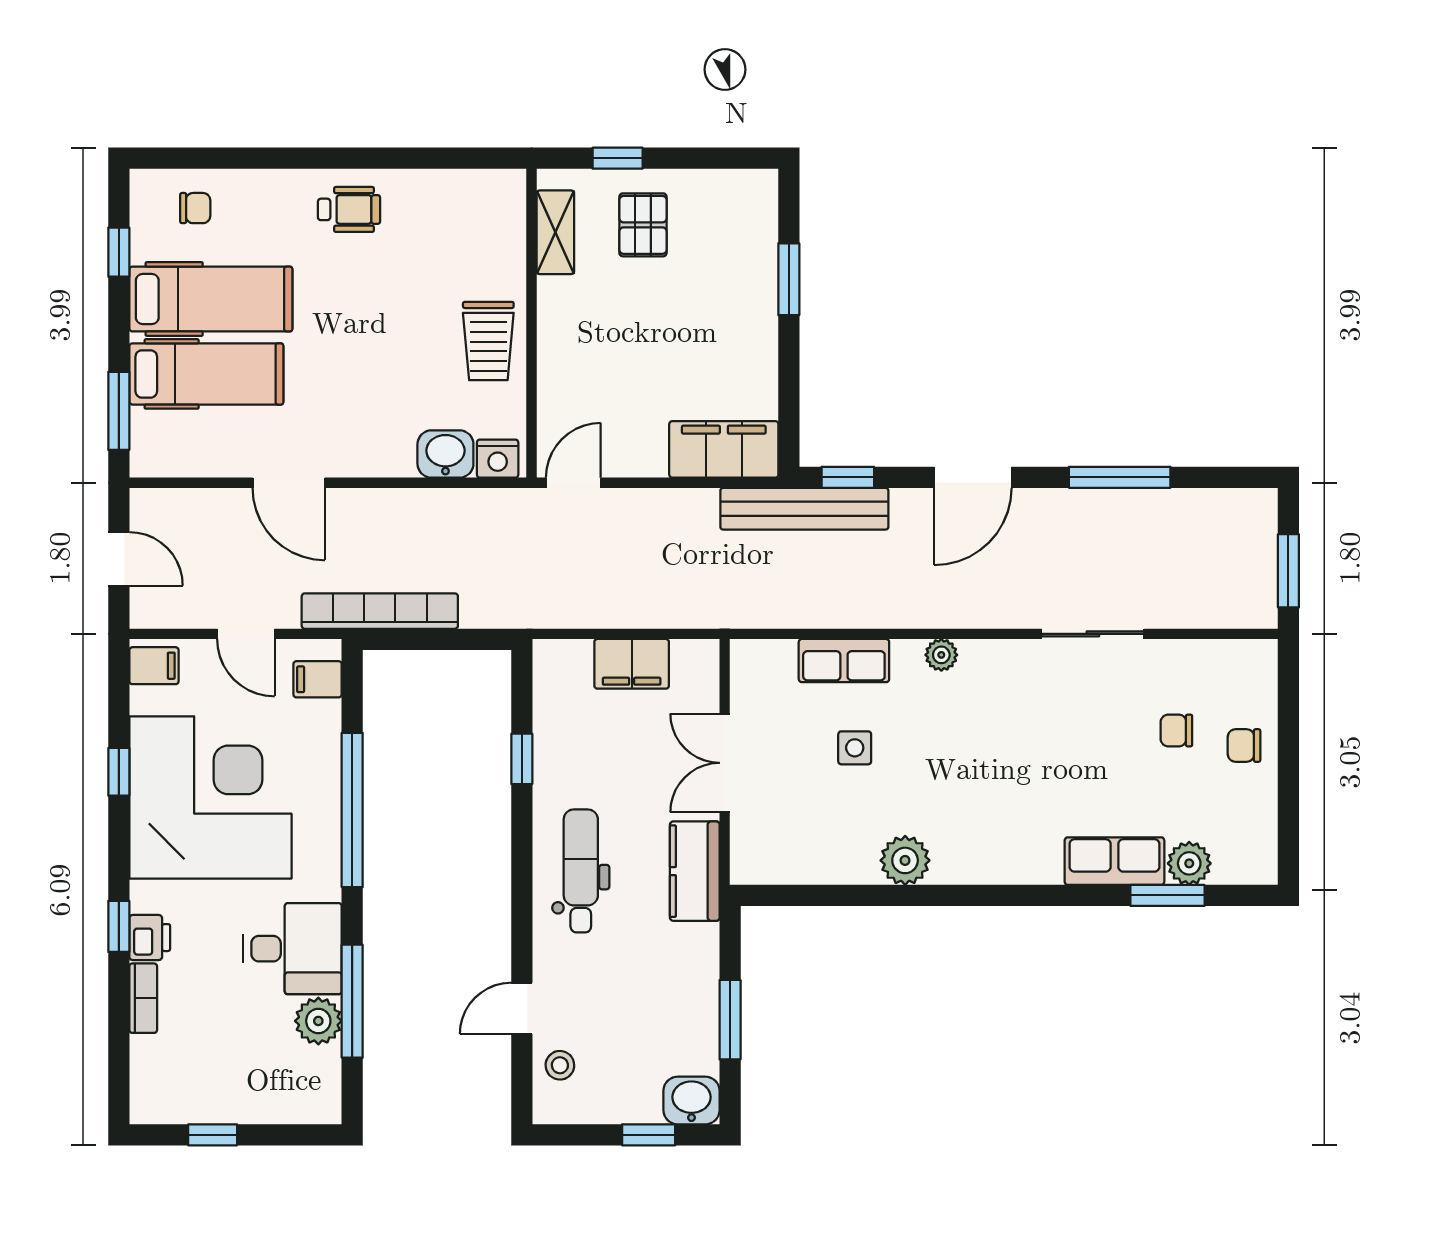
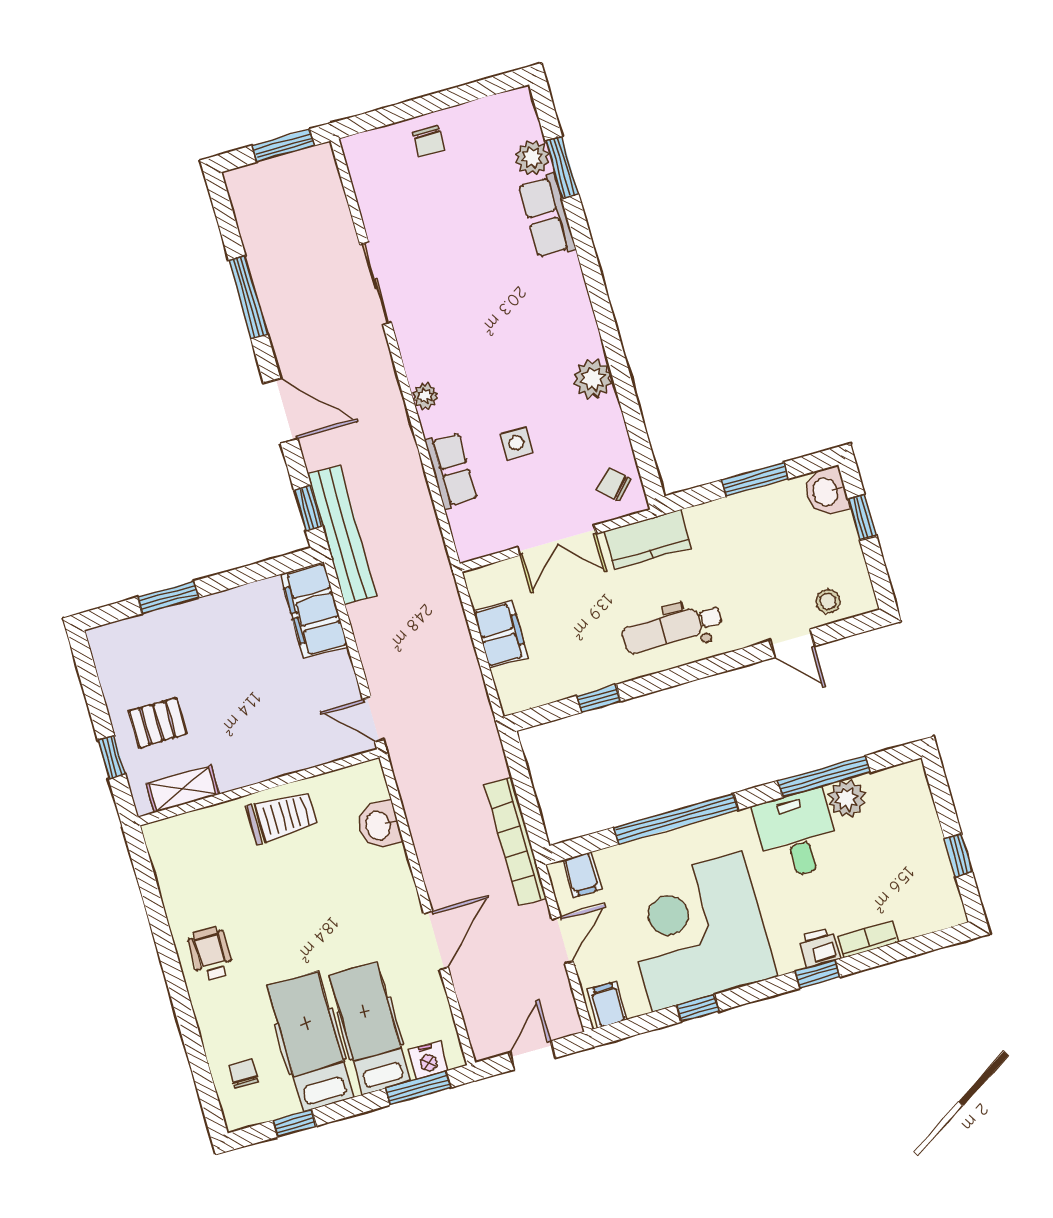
nightstand: (498, 459) -> (428, 1060), moved, turned 90
chair: (1176, 730) -> (614, 484), moved, turned 134

